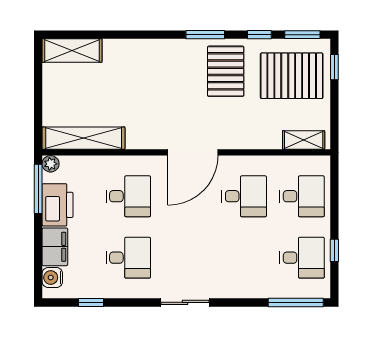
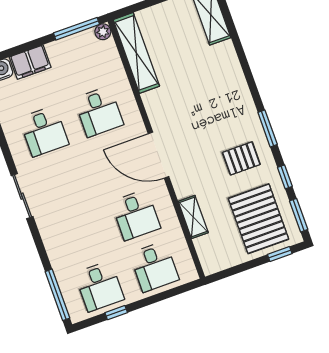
pallet: (226, 71) -> (241, 158), width x0.67, depth x0.71
shelving: (304, 140) -> (193, 217), moved
printer: (58, 205) -> (68, 51), removed

